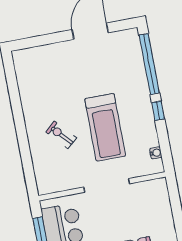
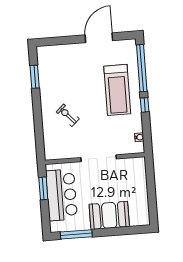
window: (13, 90) -> (35, 77), added
treadmill: (105, 127) -> (117, 90), moved

